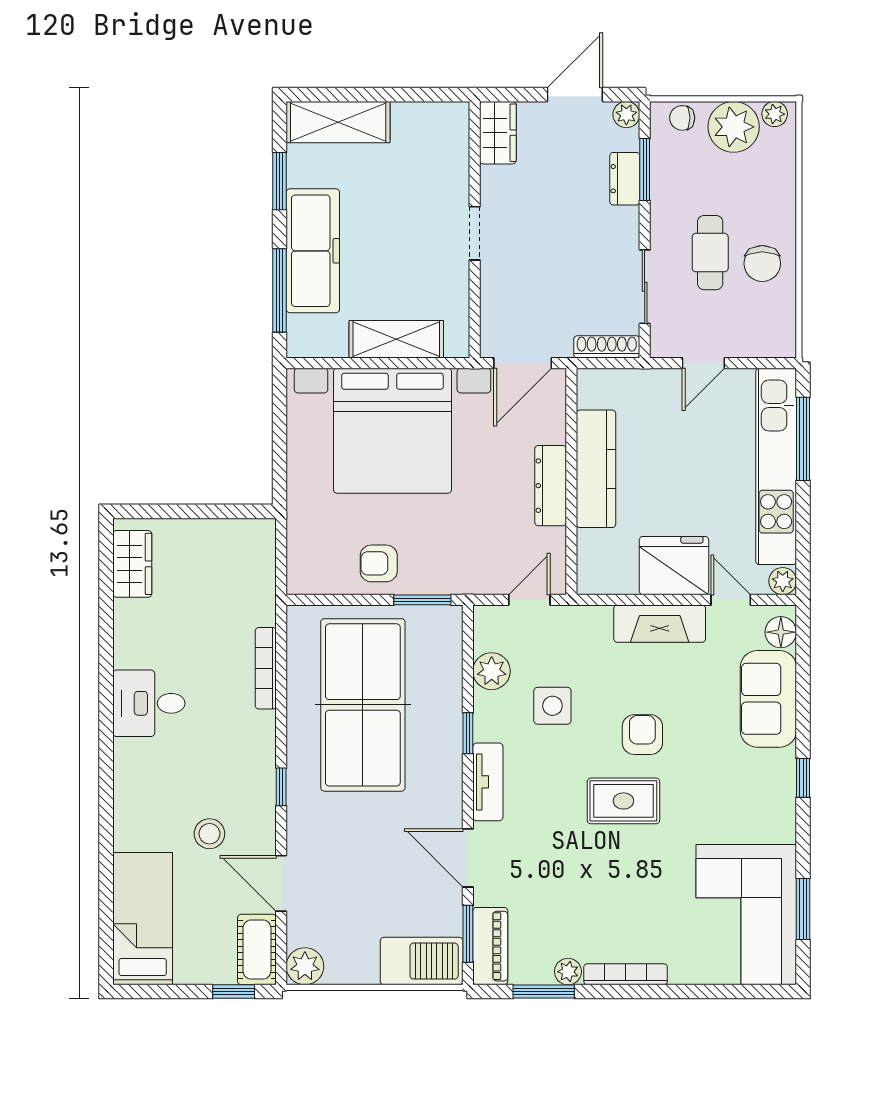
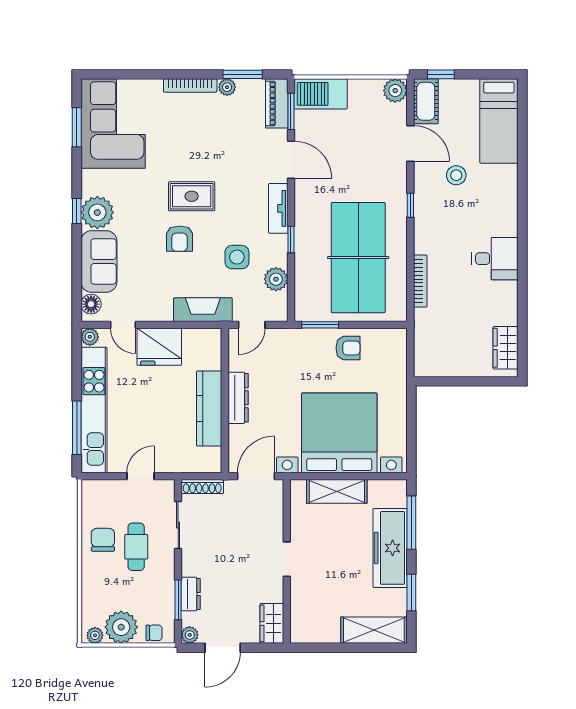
fireplace: (660, 624) -> (203, 310), moved
plant: (771, 775) -> (97, 212), added

